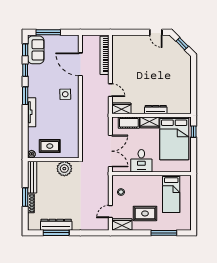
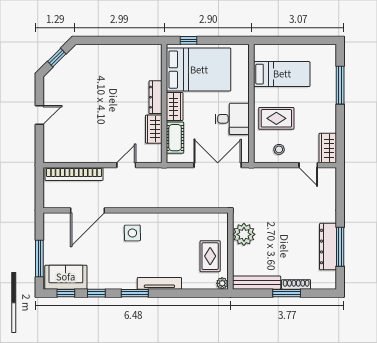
door: (156, 32) -> (39, 115), moved
wardrobe: (121, 108) -> (154, 129), moved
rug: (145, 213) -> (276, 118), moved, turned 90

